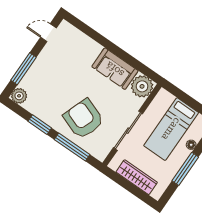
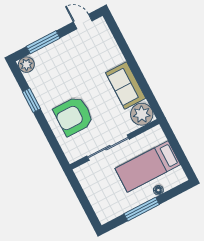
armchair: (84, 119) -> (74, 116), turned -110
window: (72, 147) -> (50, 136), removed
wardrobe: (137, 177) -> (94, 194), removed

